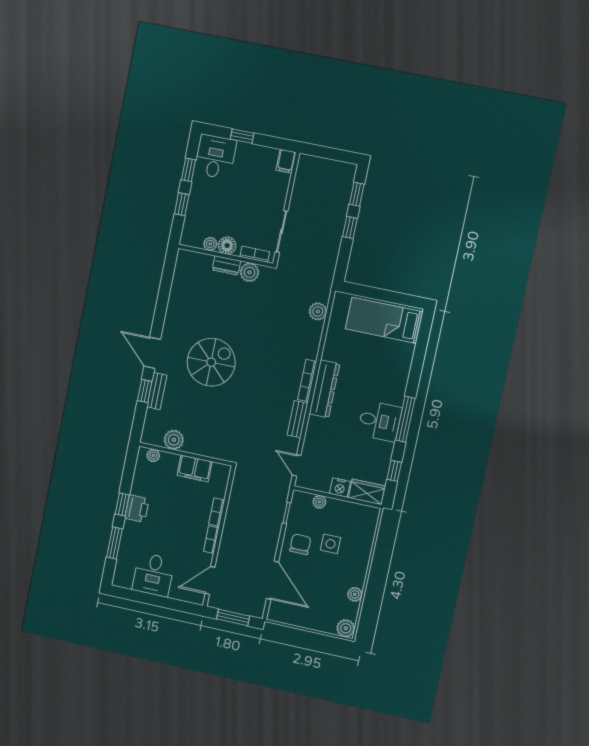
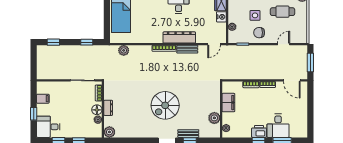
filing cabinet: (286, 161) -> (43, 99), moved
window: (350, 228) -> (87, 42), moved
plant: (250, 272) -> (109, 132), moved
spiral stairs: (211, 362) -> (165, 105), turned -90
dresser: (324, 389) -> (179, 37), moved
desk: (153, 575) -> (278, 126), moved, turned 90
door: (273, 580) -> (284, 44), width x0.53
cafe table: (327, 590) -> (282, 12), added

